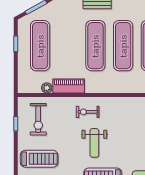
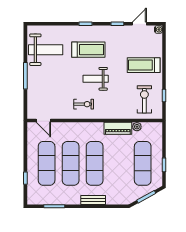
exercise bike: (88, 112) -> (84, 104), moved
weight bench: (94, 143) -> (96, 79), turned -90

